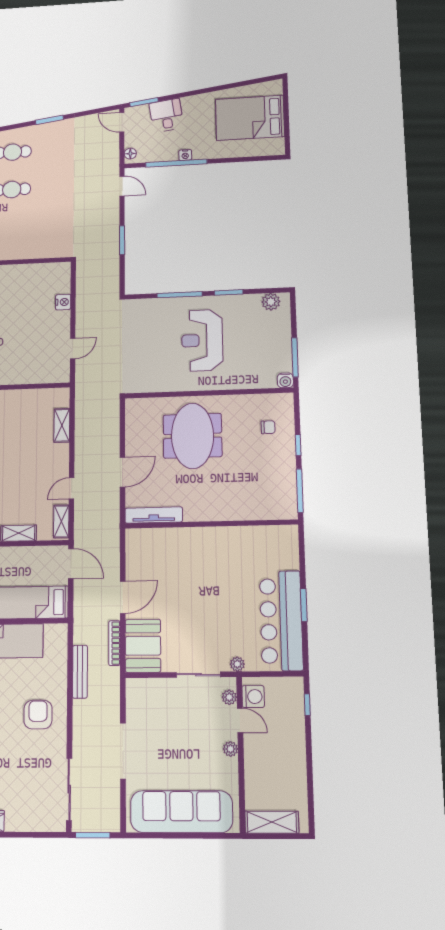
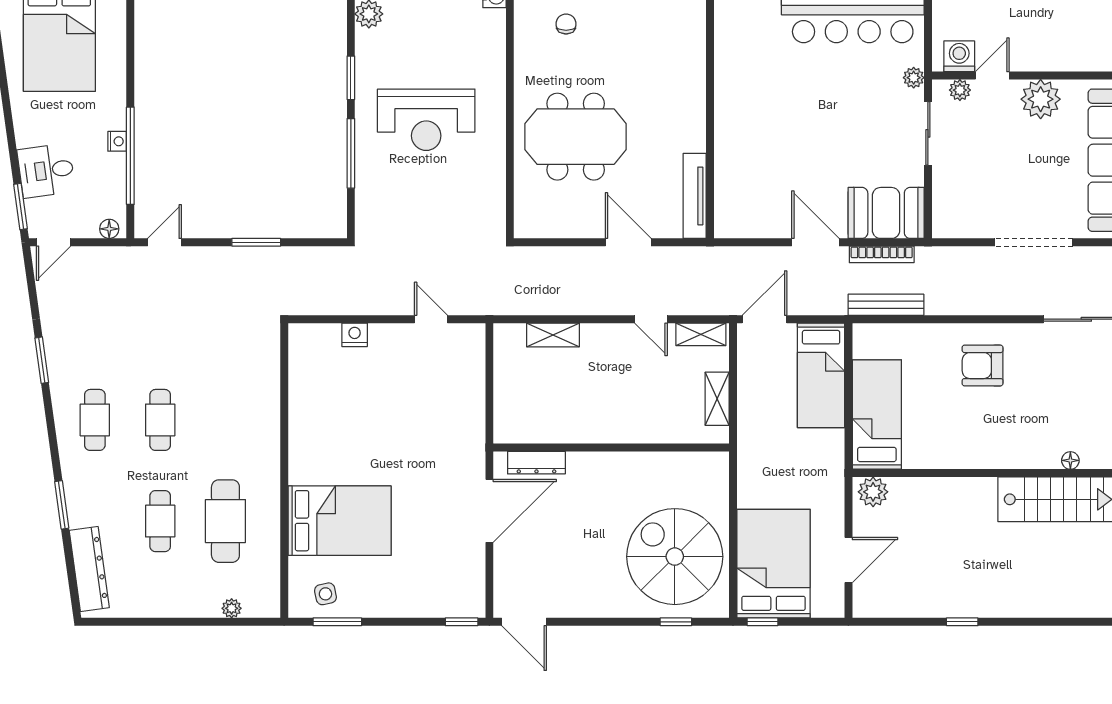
bench: (80, 672) -> (886, 305), moved
plant: (230, 749) -> (1041, 99), width x1.87, depth x1.87

